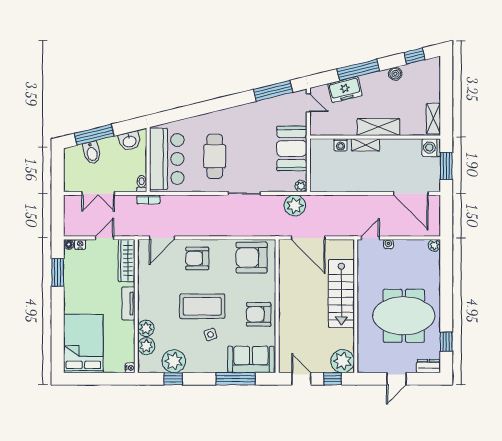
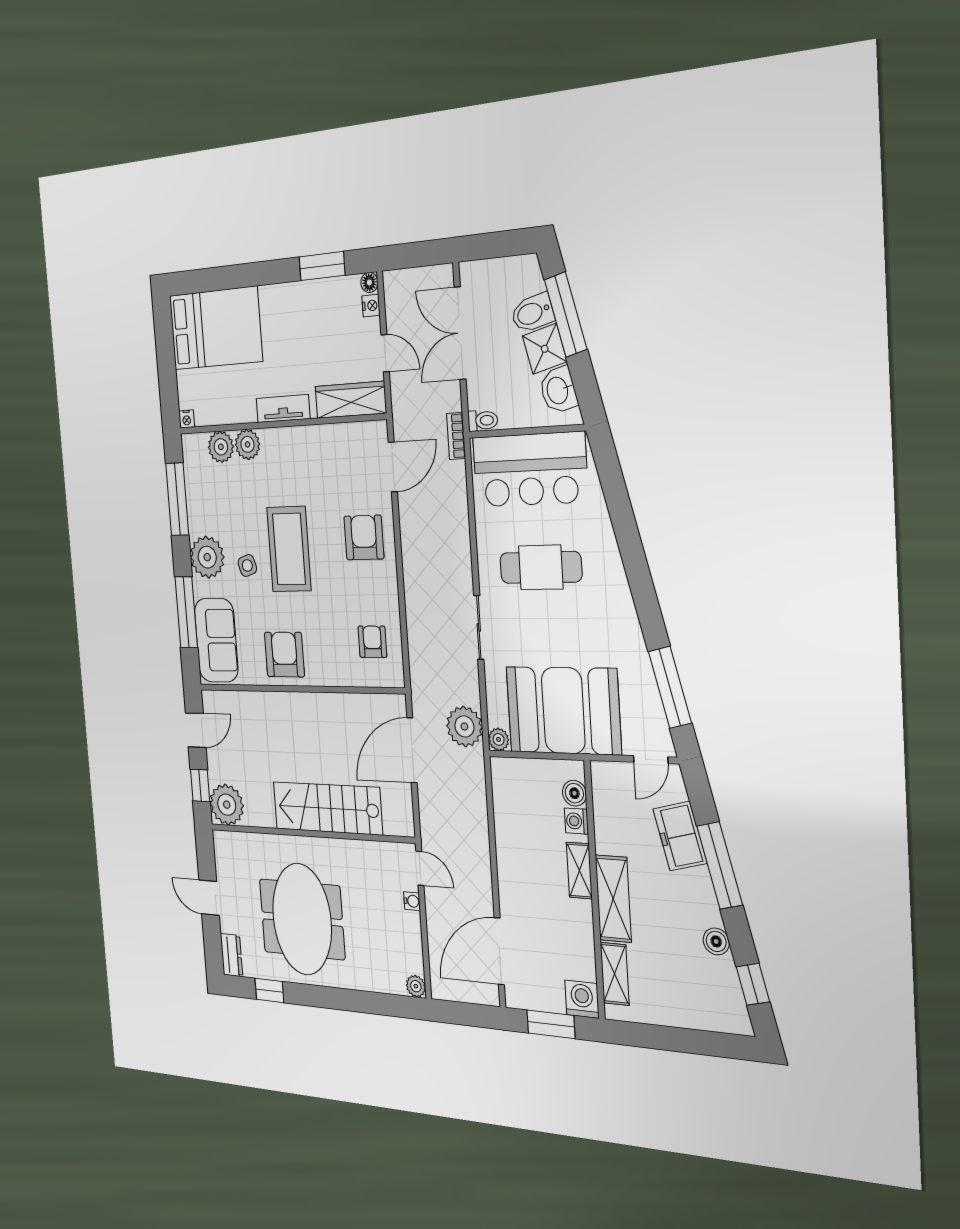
shelving: (433, 119) -> (615, 974), moved, turned 90
boiler: (327, 145) -> (574, 793), added
shower: (109, 147) -> (545, 349), added
booth: (292, 148) -> (563, 711), width x1.36, depth x1.42
double door: (98, 193) -> (460, 333), width x1.37
door: (162, 238) -> (393, 467), swing flipped
armchair: (252, 258) -> (372, 642), width x0.53, depth x0.53
plant: (174, 361) -> (207, 557), moved
window: (173, 379) -> (177, 499), width x2.17

